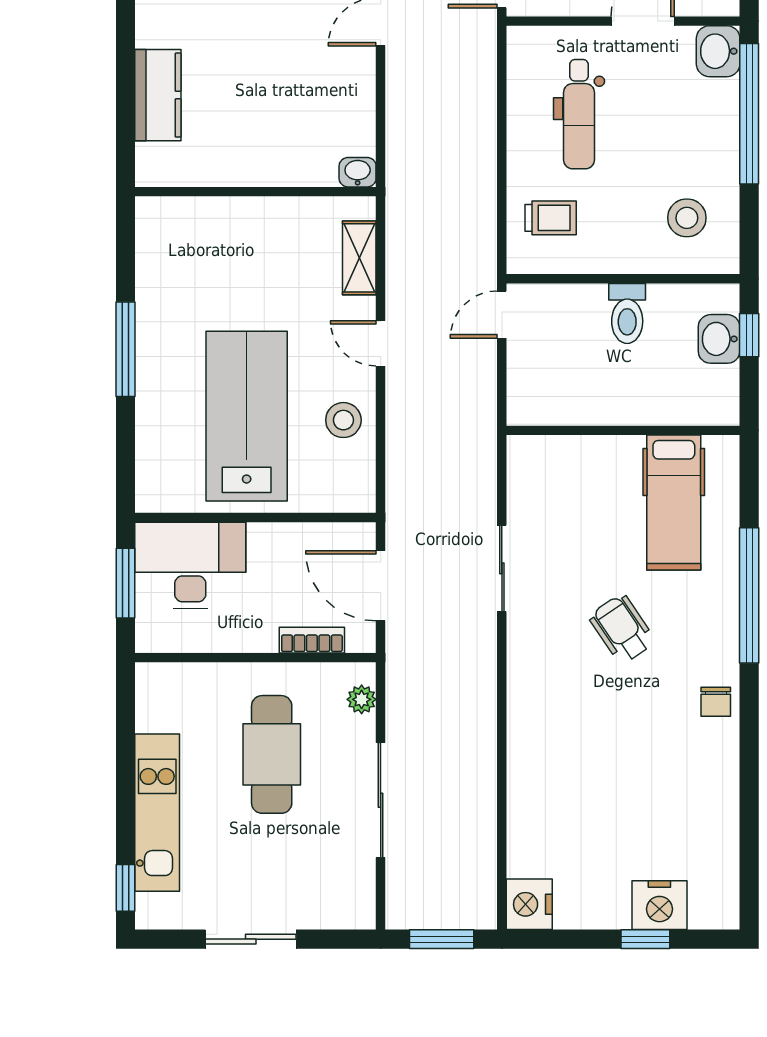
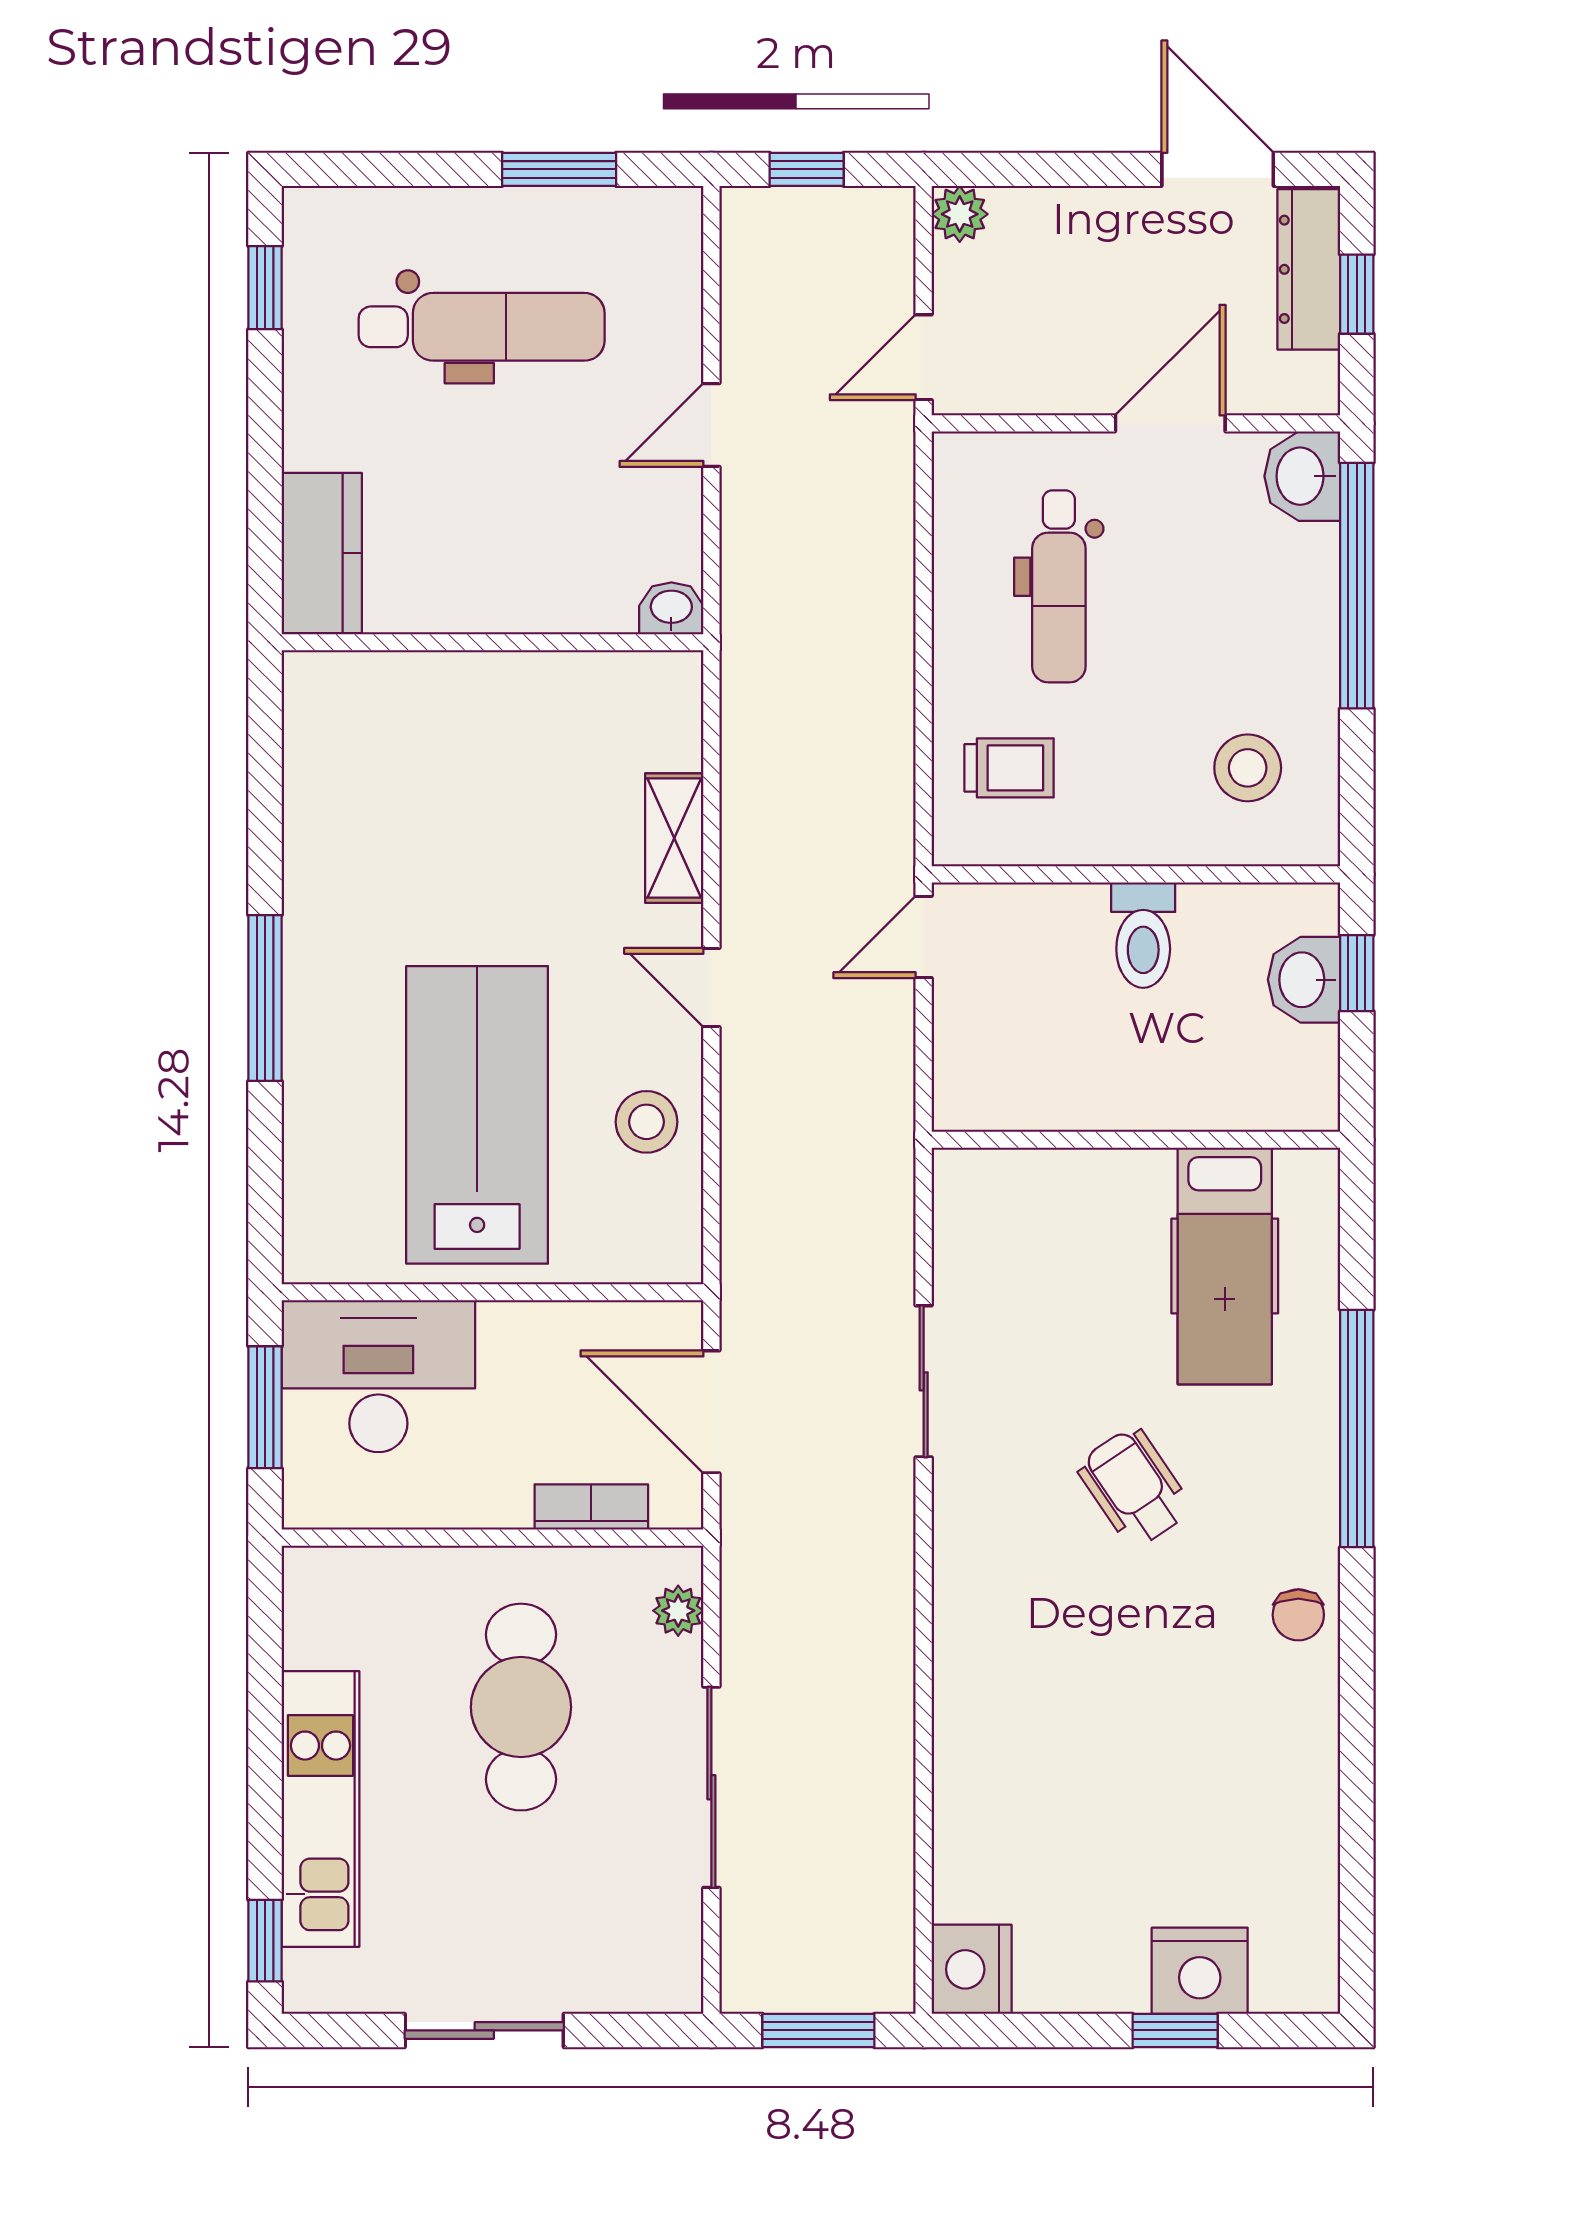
washbasin: (358, 172) -> (671, 608), moved
wall: (255, 192) -> (493, 642), moved

